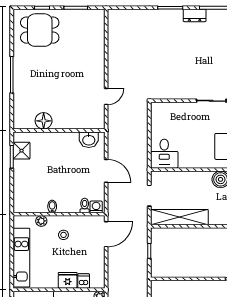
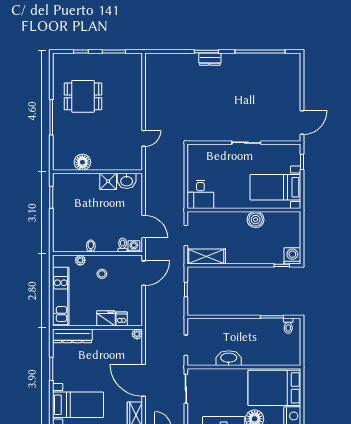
dresser: (195, 15) -> (210, 59), moved
dining table: (40, 30) -> (83, 96), moved
shower: (21, 151) -> (108, 181), moved
door: (106, 171) -> (144, 227), moved
shelving: (179, 217) -> (206, 256), width x0.68

